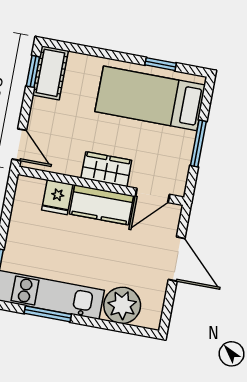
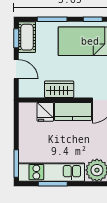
window: (96, 52) -> (52, 19), added
door: (19, 145) -> (16, 69), moved
wardrobe: (106, 169) -> (59, 89), moved

